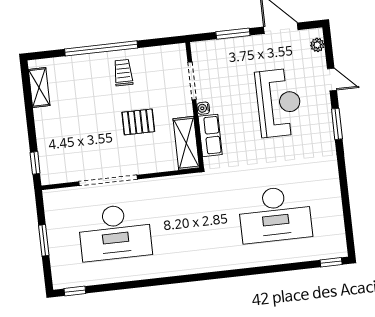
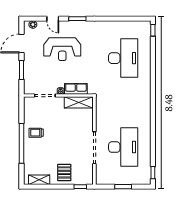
door: (332, 80) -> (53, 19), swing flipped
reception desk: (279, 103) -> (62, 49), turned 180
pallet: (138, 122) -> (64, 172), moved

